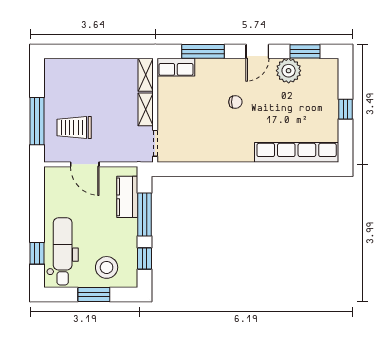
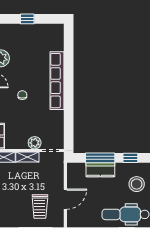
plant: (166, 120) -> (35, 143), added
row of seats: (297, 152) -> (57, 81), moved
kitchen counter: (127, 197) -> (100, 170), moved

